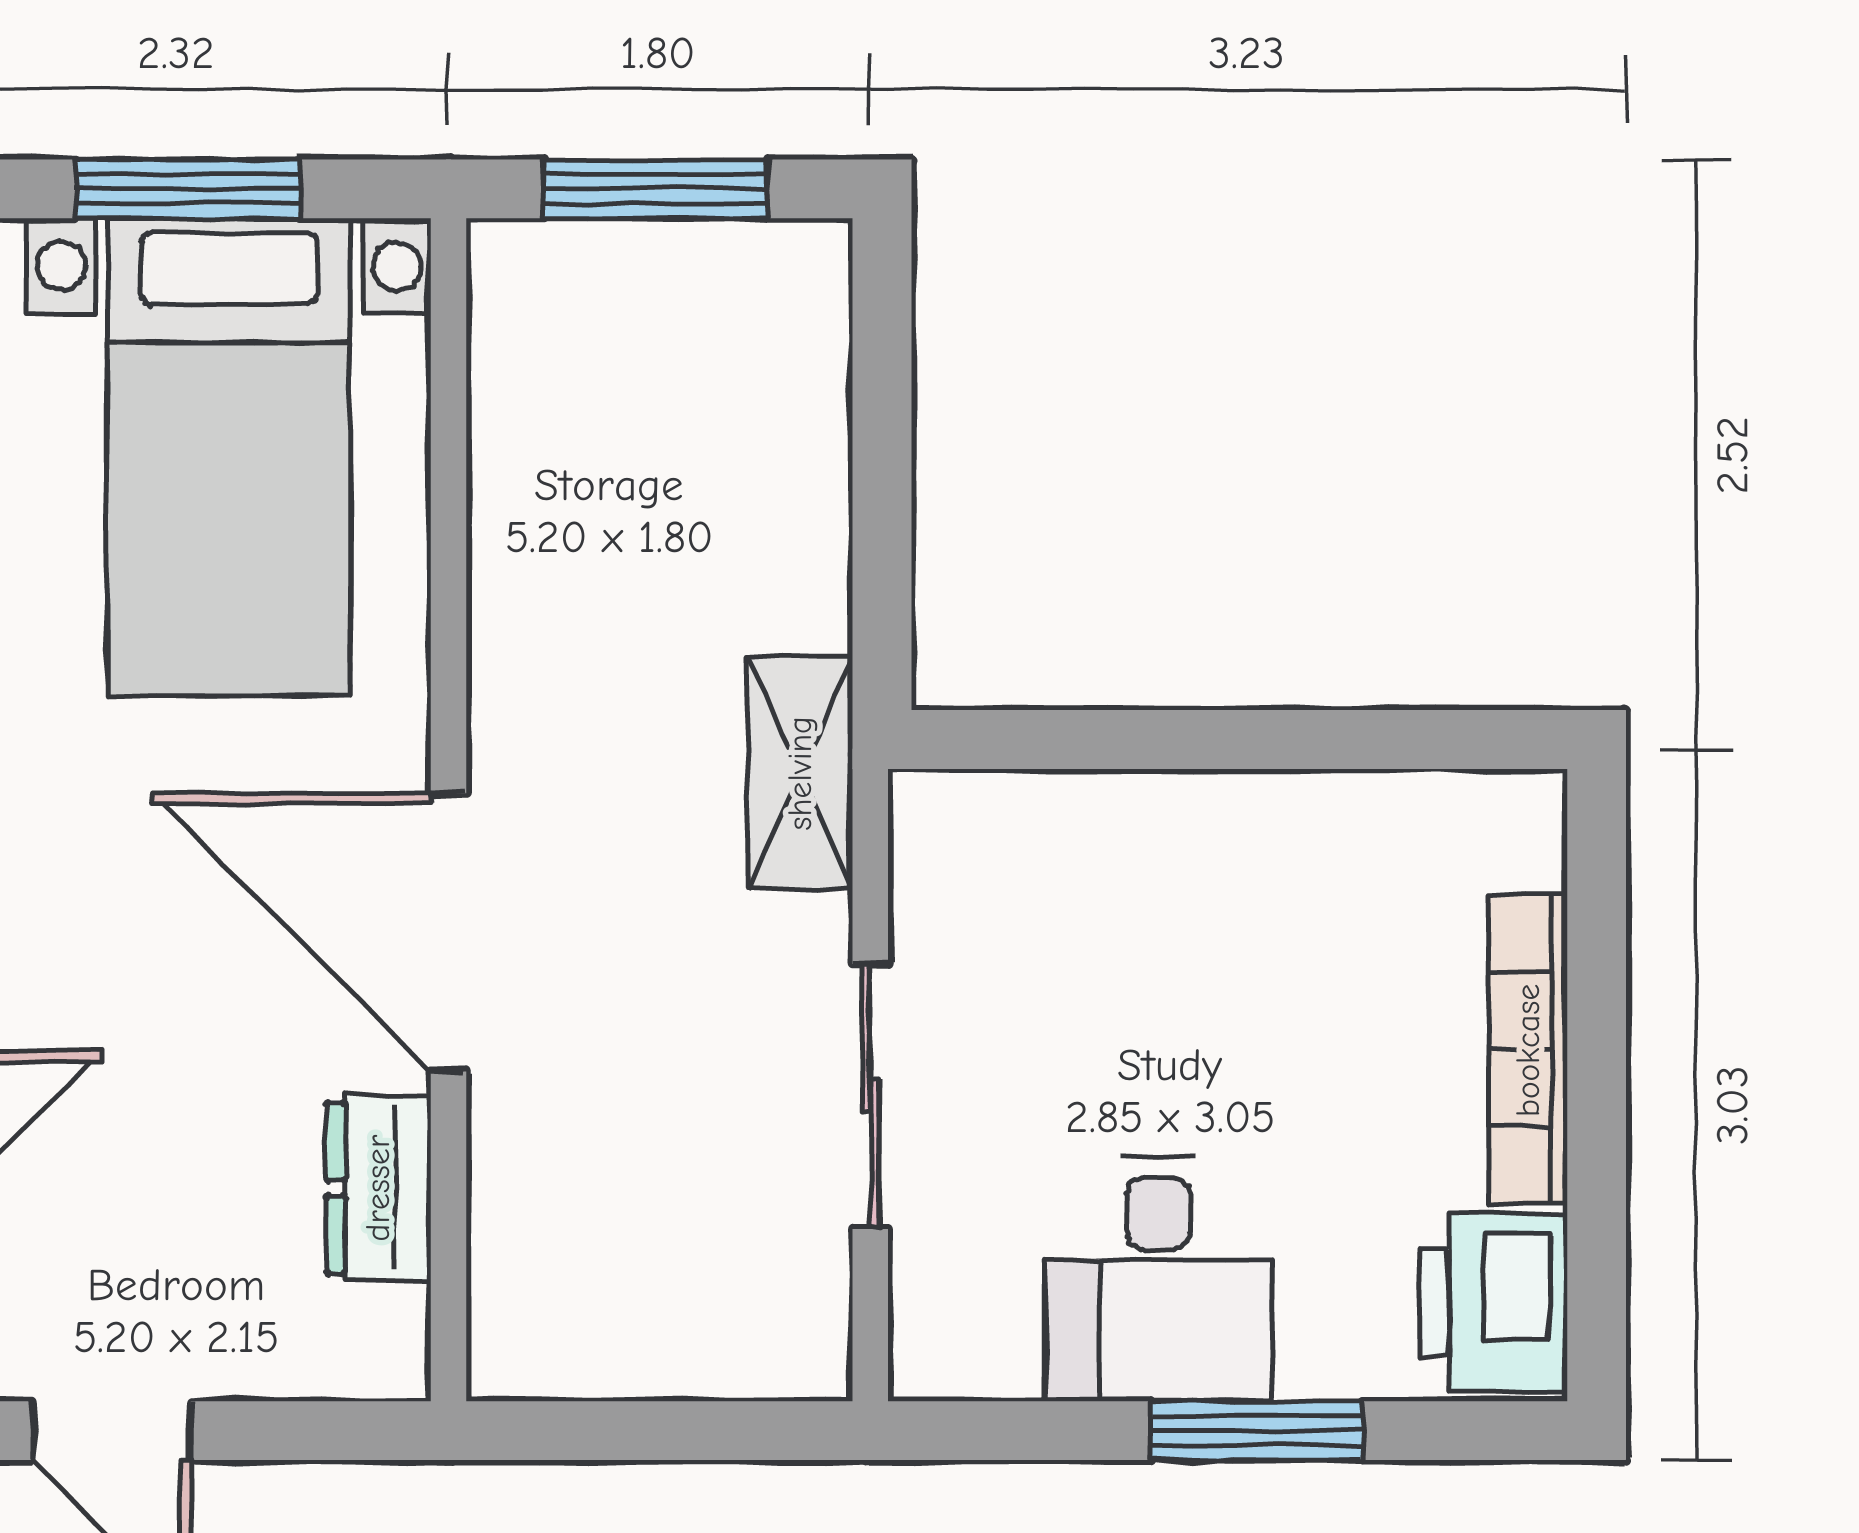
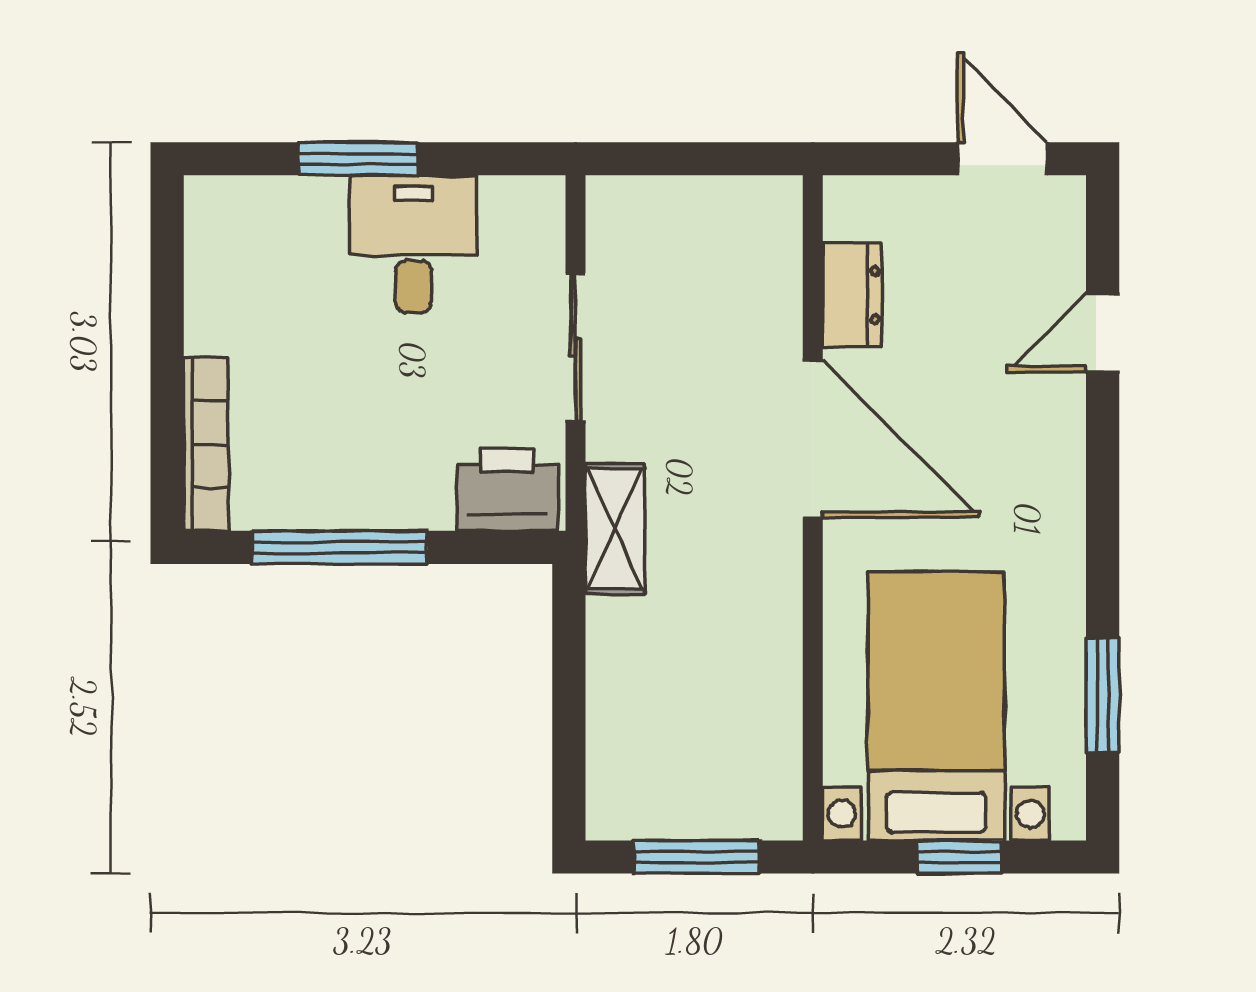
window: (187, 189) -> (960, 857), width x0.67
window: (1290, 740) -> (340, 547), added
bookcase: (1528, 1050) -> (206, 444), moved
printer: (1493, 1303) -> (507, 489), moved, turned -90

